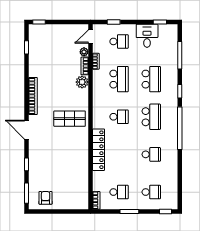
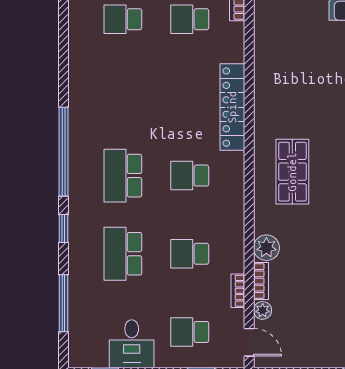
door: (90, 36) -> (249, 342), hinge flipped
school desk: (119, 79) -> (190, 254), width x0.54
shop shelf: (70, 119) -> (292, 172), turned 90
school desk: (151, 154) -> (123, 97), removed

